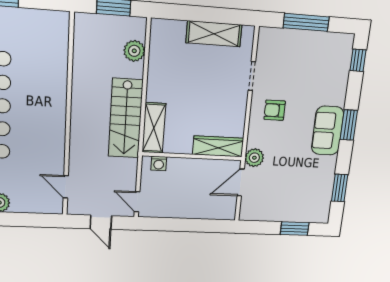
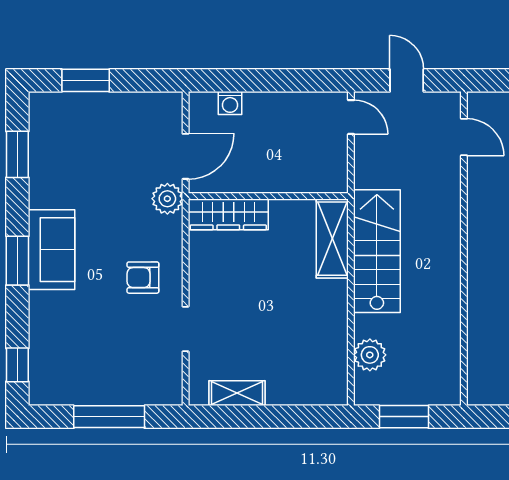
shelving: (214, 34) -> (237, 393), width x0.67, depth x0.75
armchair: (275, 110) -> (143, 278), turned 180
washing machine: (159, 163) -> (230, 103), moved, turned 180

